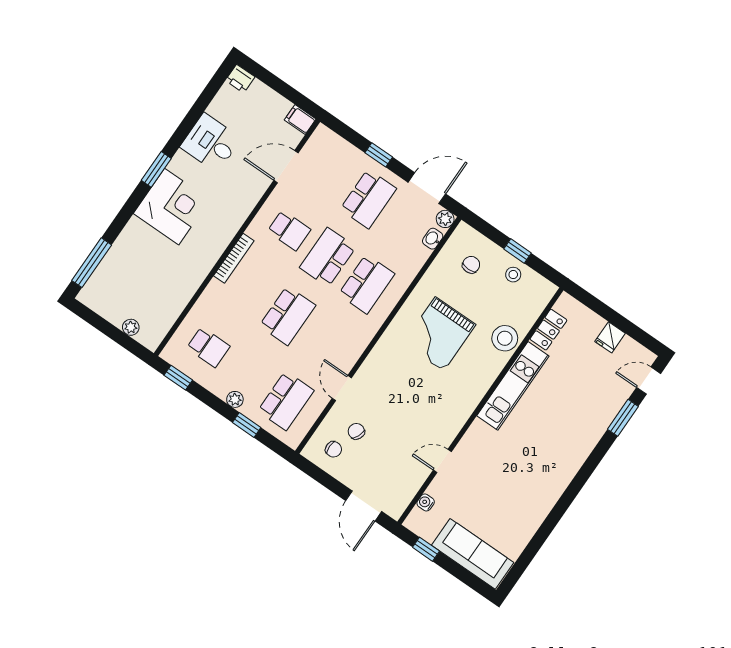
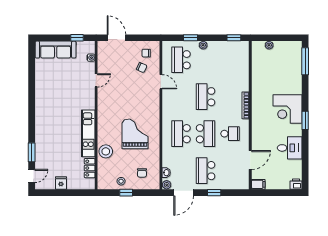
school desk: (289, 230) -> (230, 134), turned 180
school desk: (208, 347) -> (230, 60), removed

